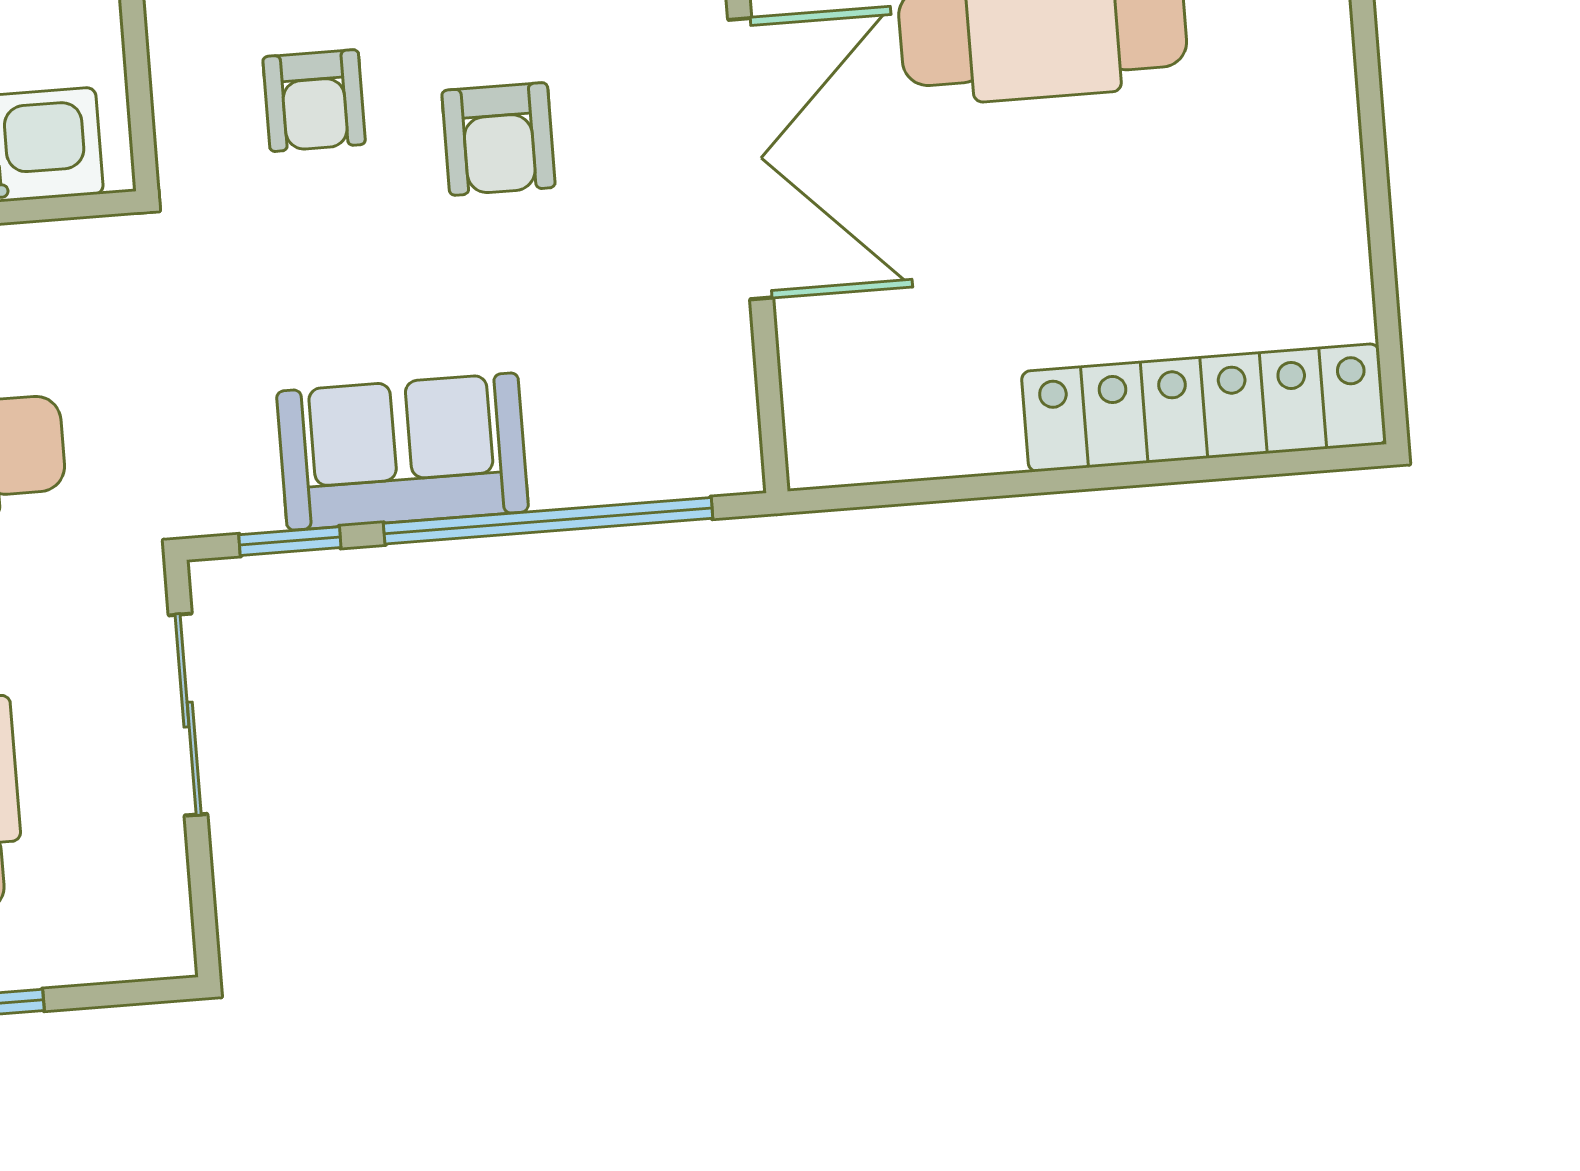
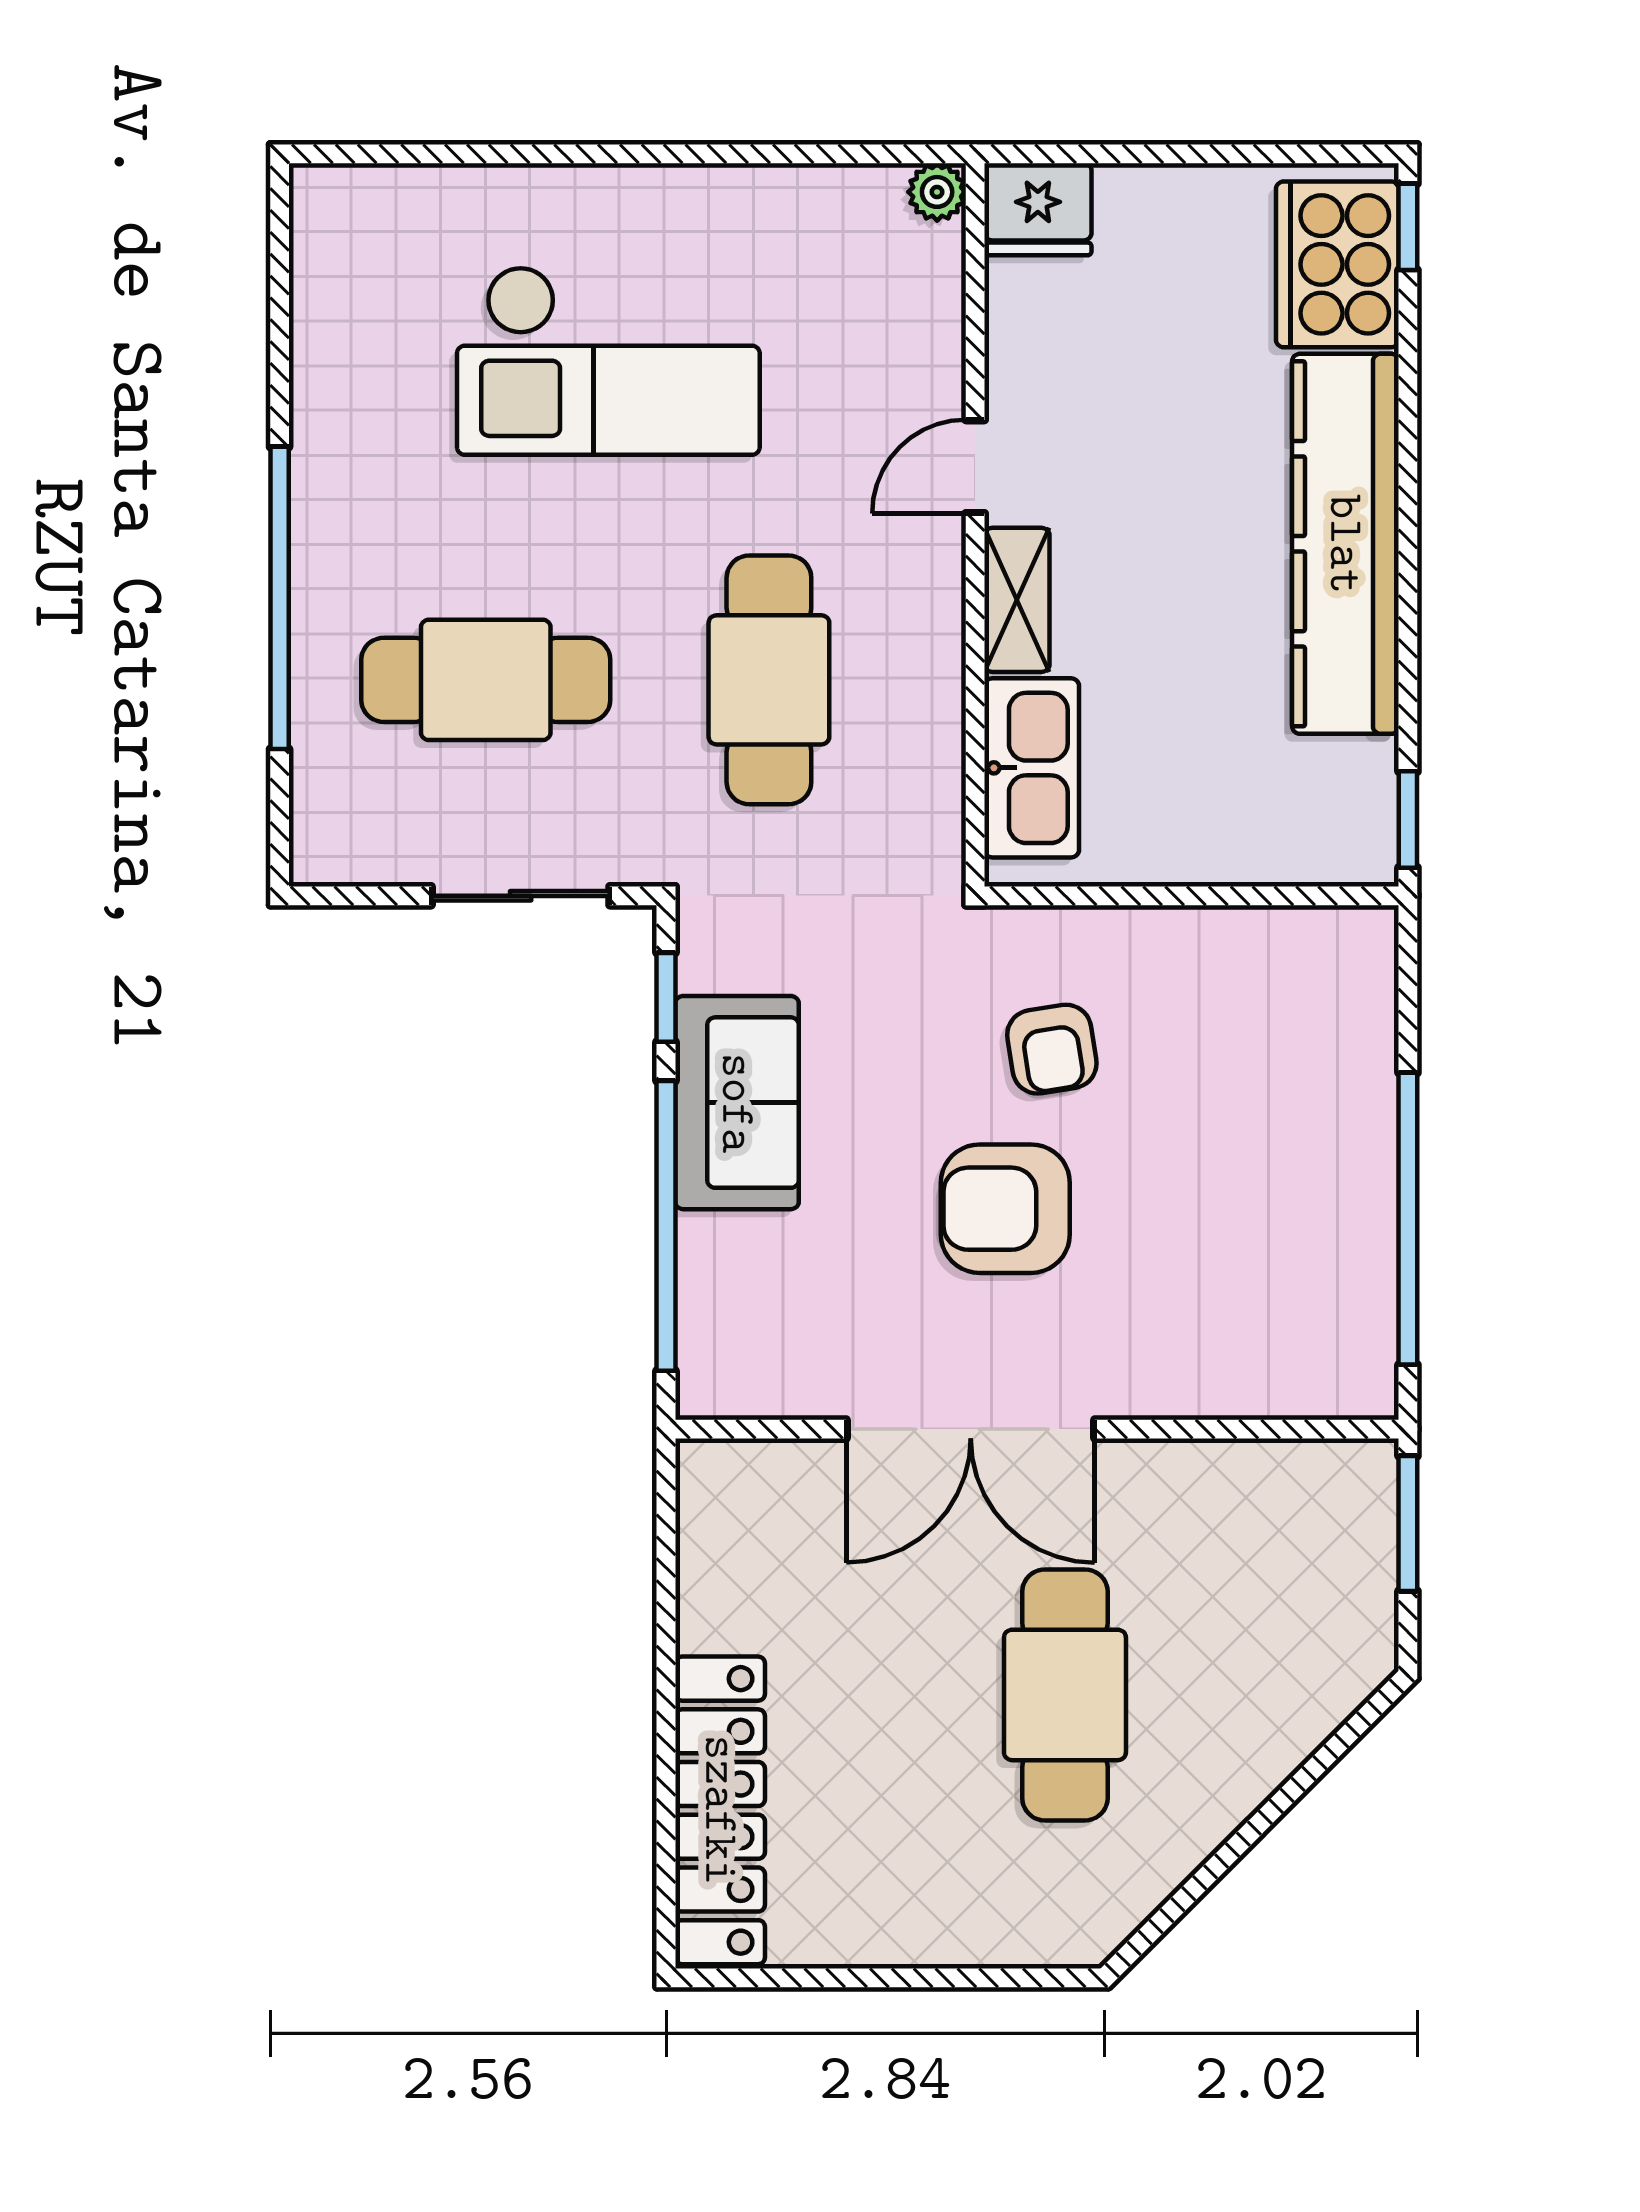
armchair: (314, 101) -> (1052, 1049), turned -99
armchair: (498, 139) -> (1005, 1209), width x1.38, depth x1.38

